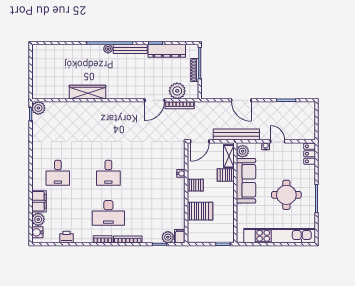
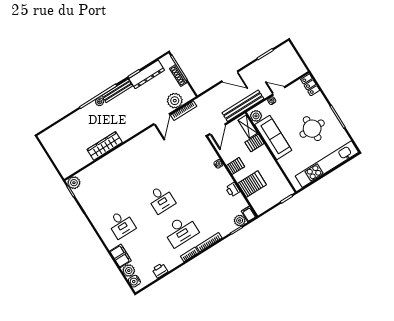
printer: (179, 205) -> (233, 190), added

